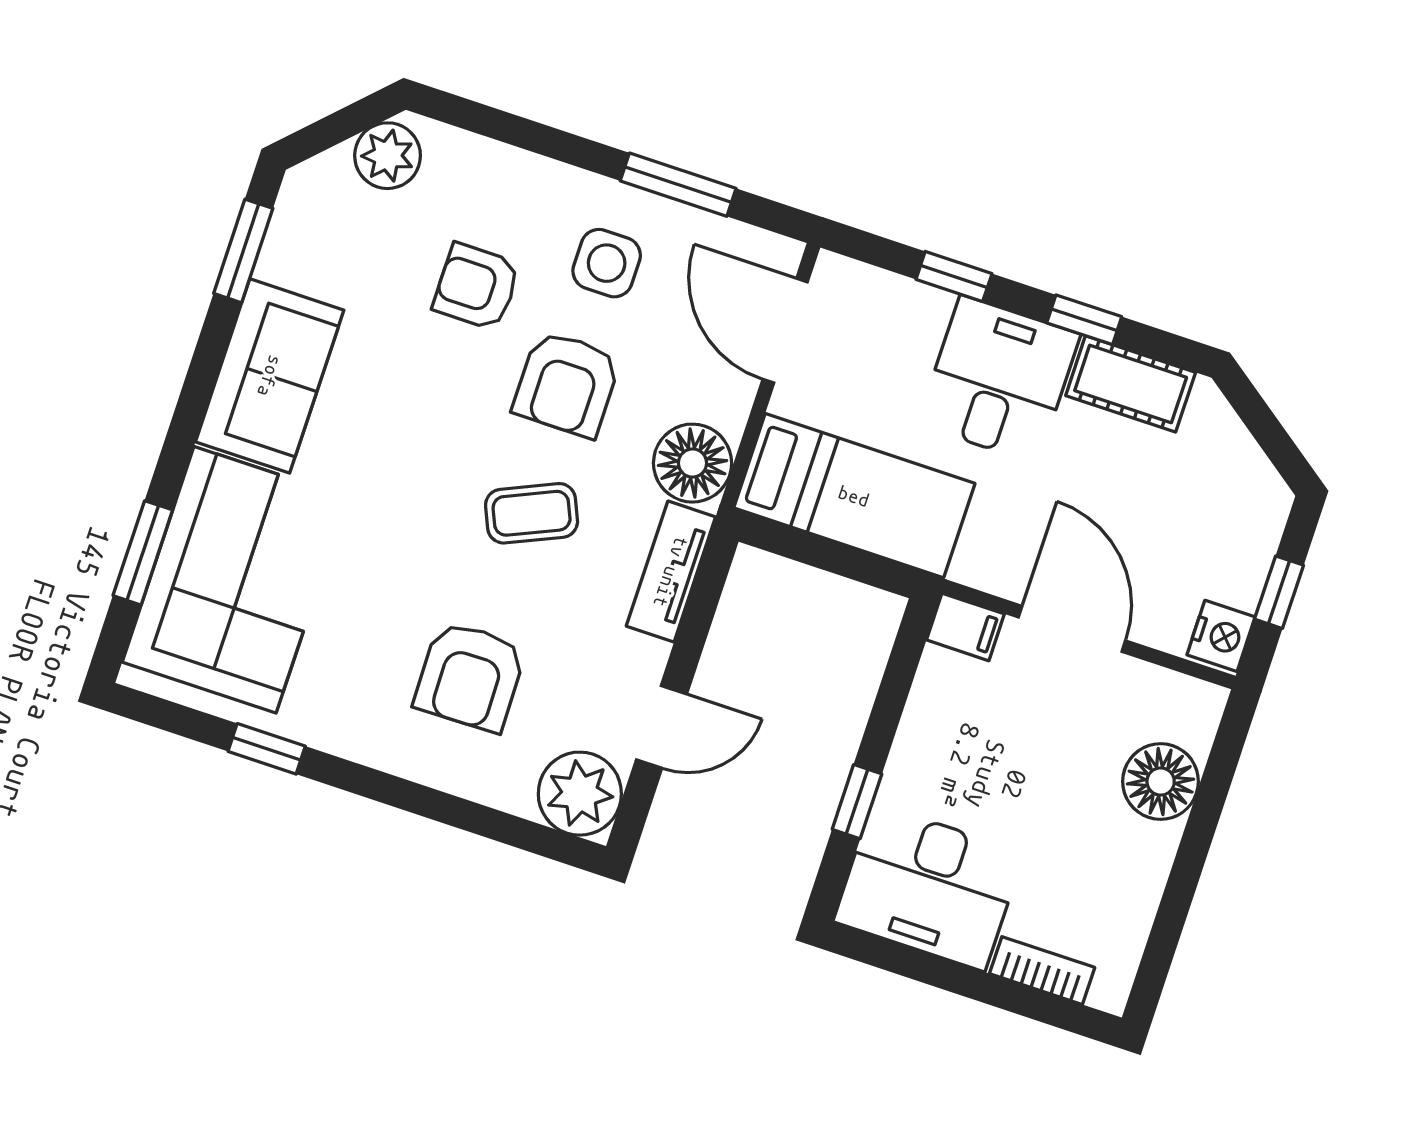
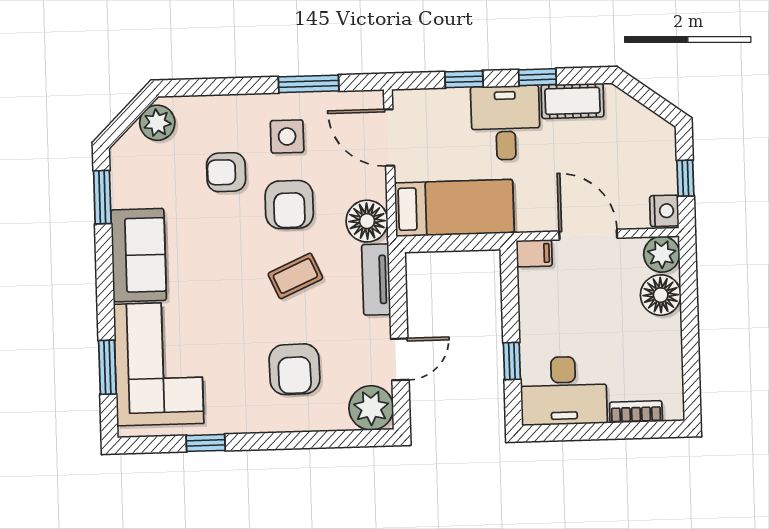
plant: (1189, 711) -> (662, 254), added

